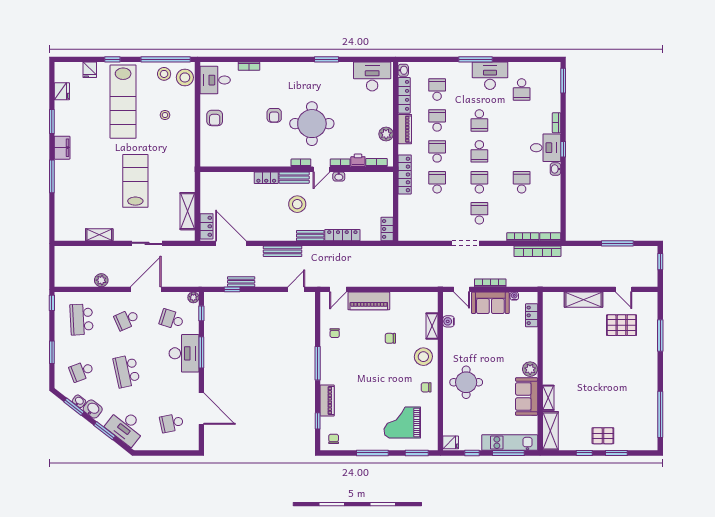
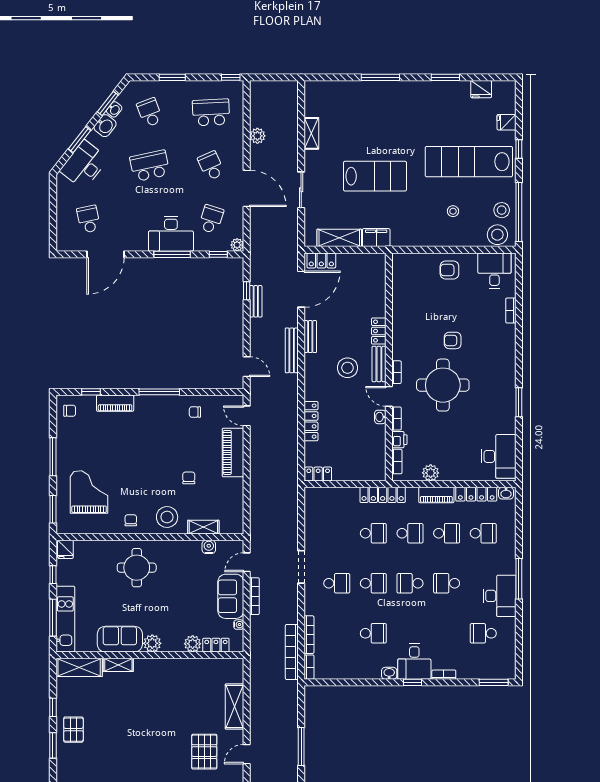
filing cabinet: (62, 148) -> (376, 238), moved, turned 180
bench: (310, 236) -> (310, 337), moved
plant: (530, 335) -> (193, 644), added

